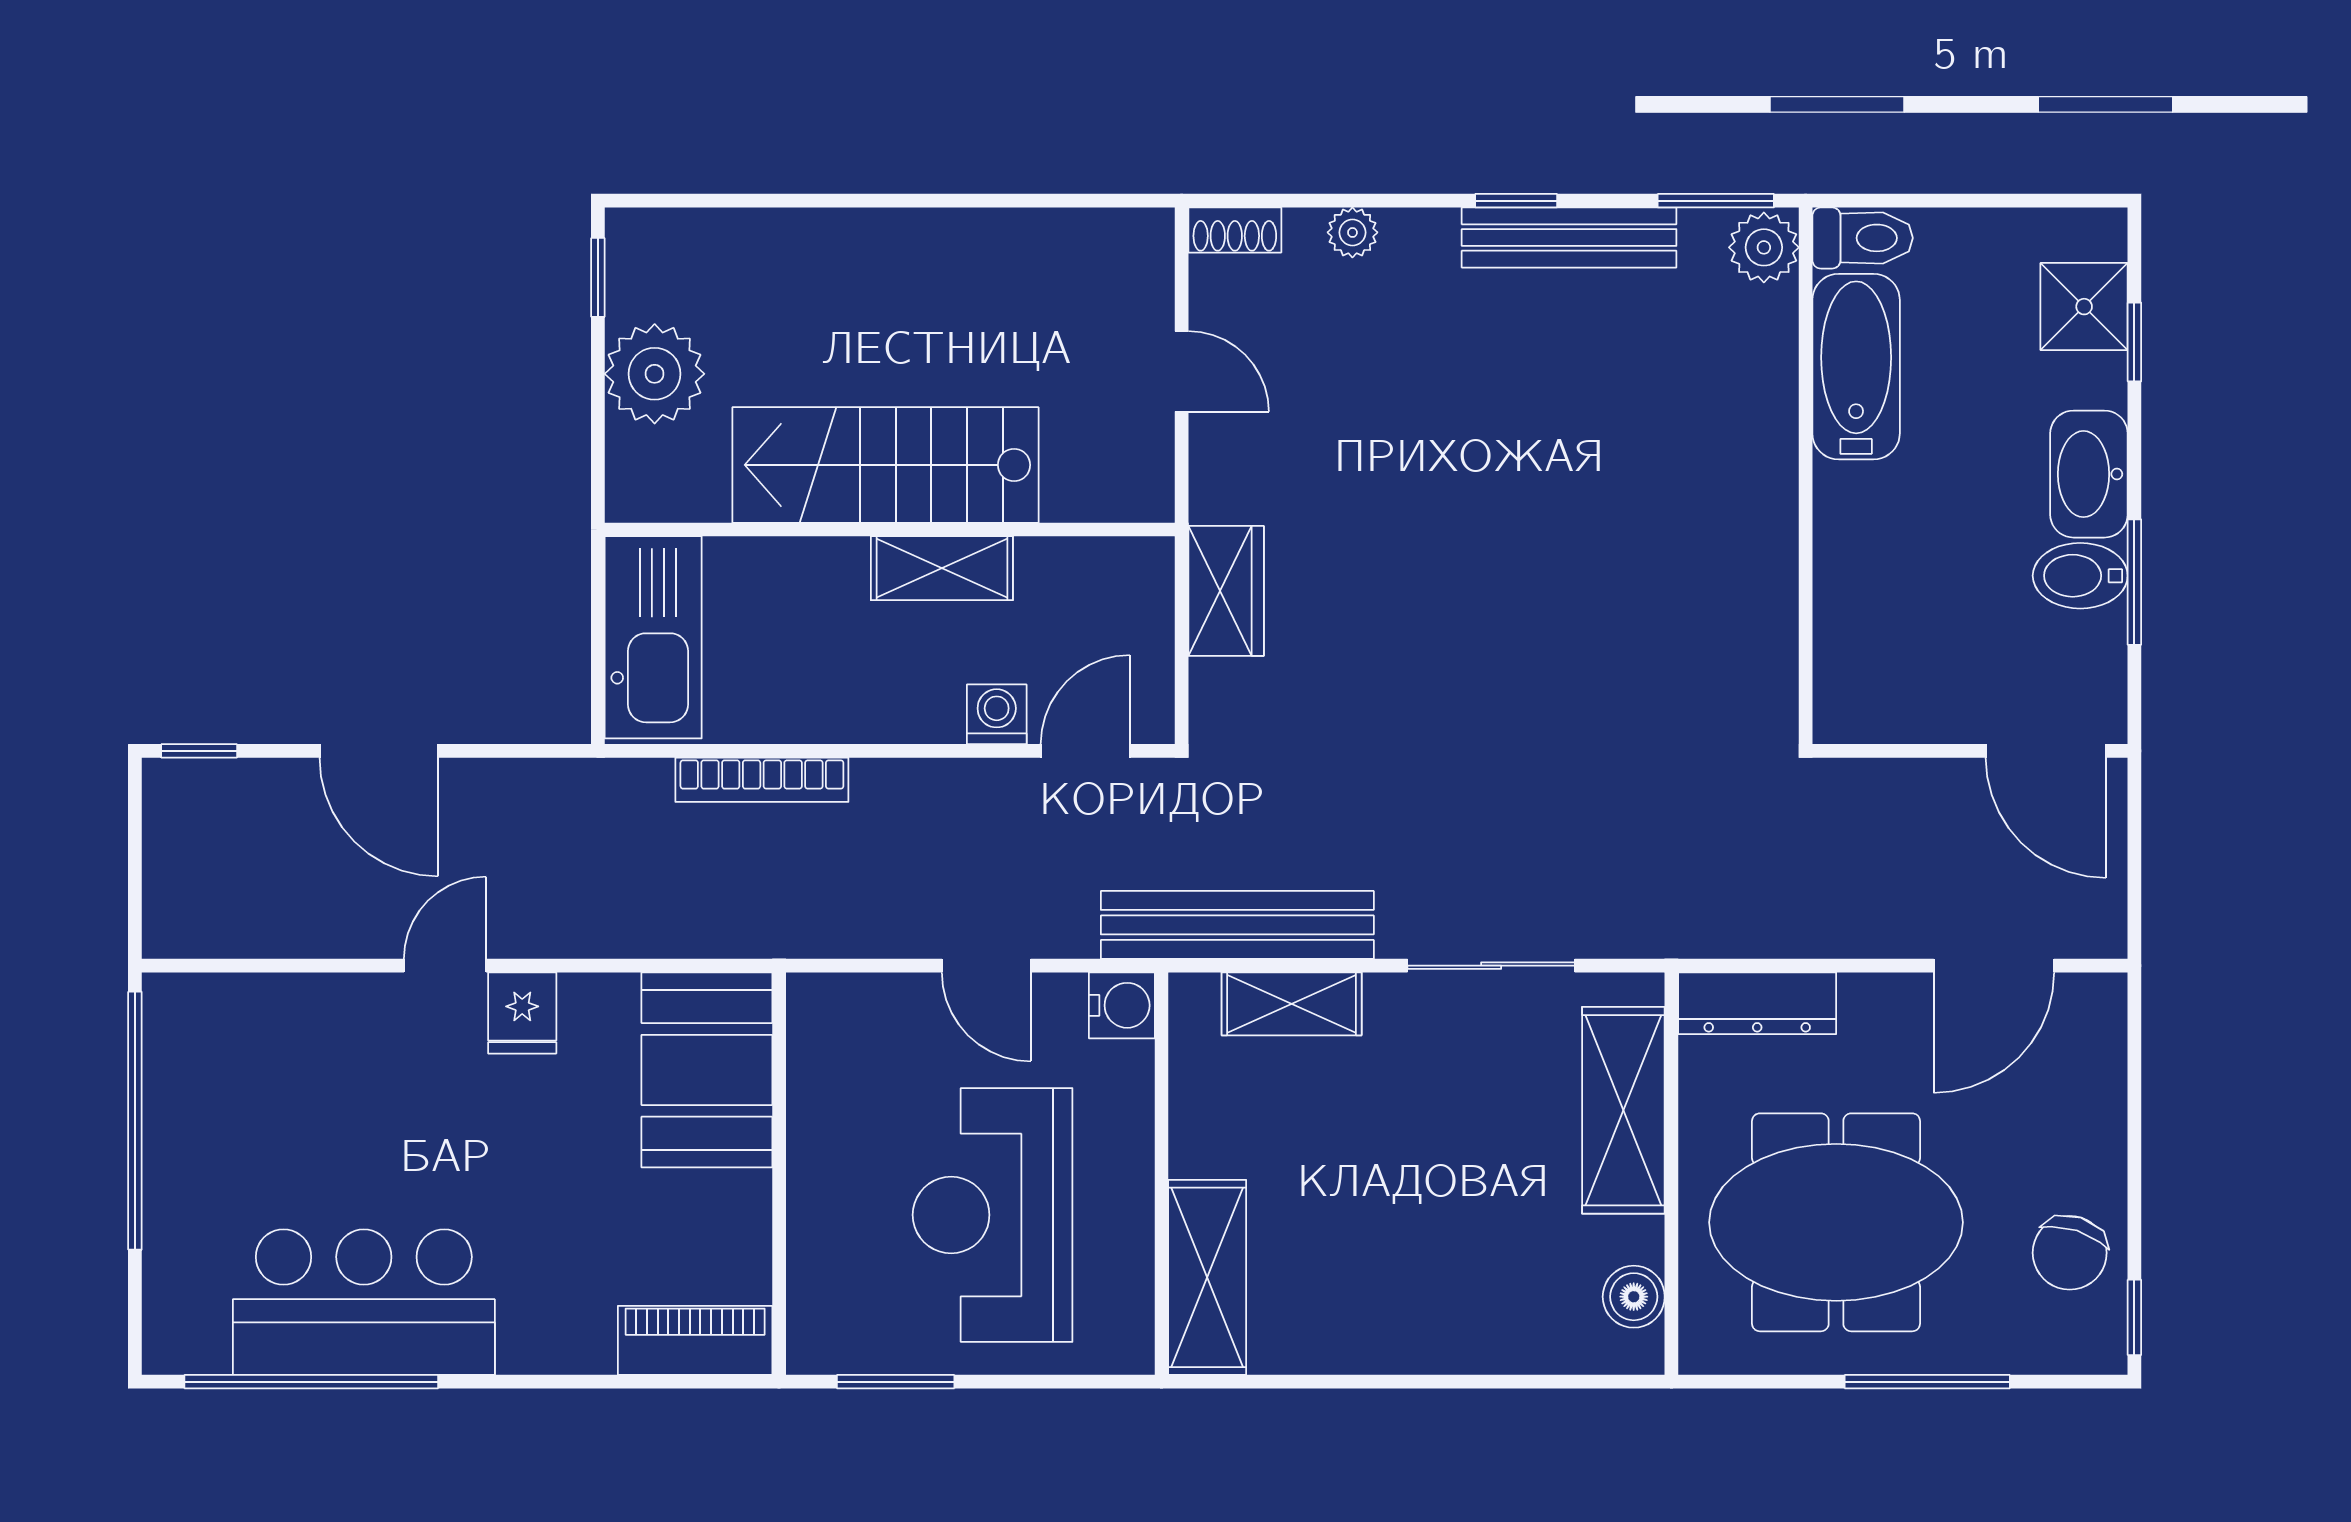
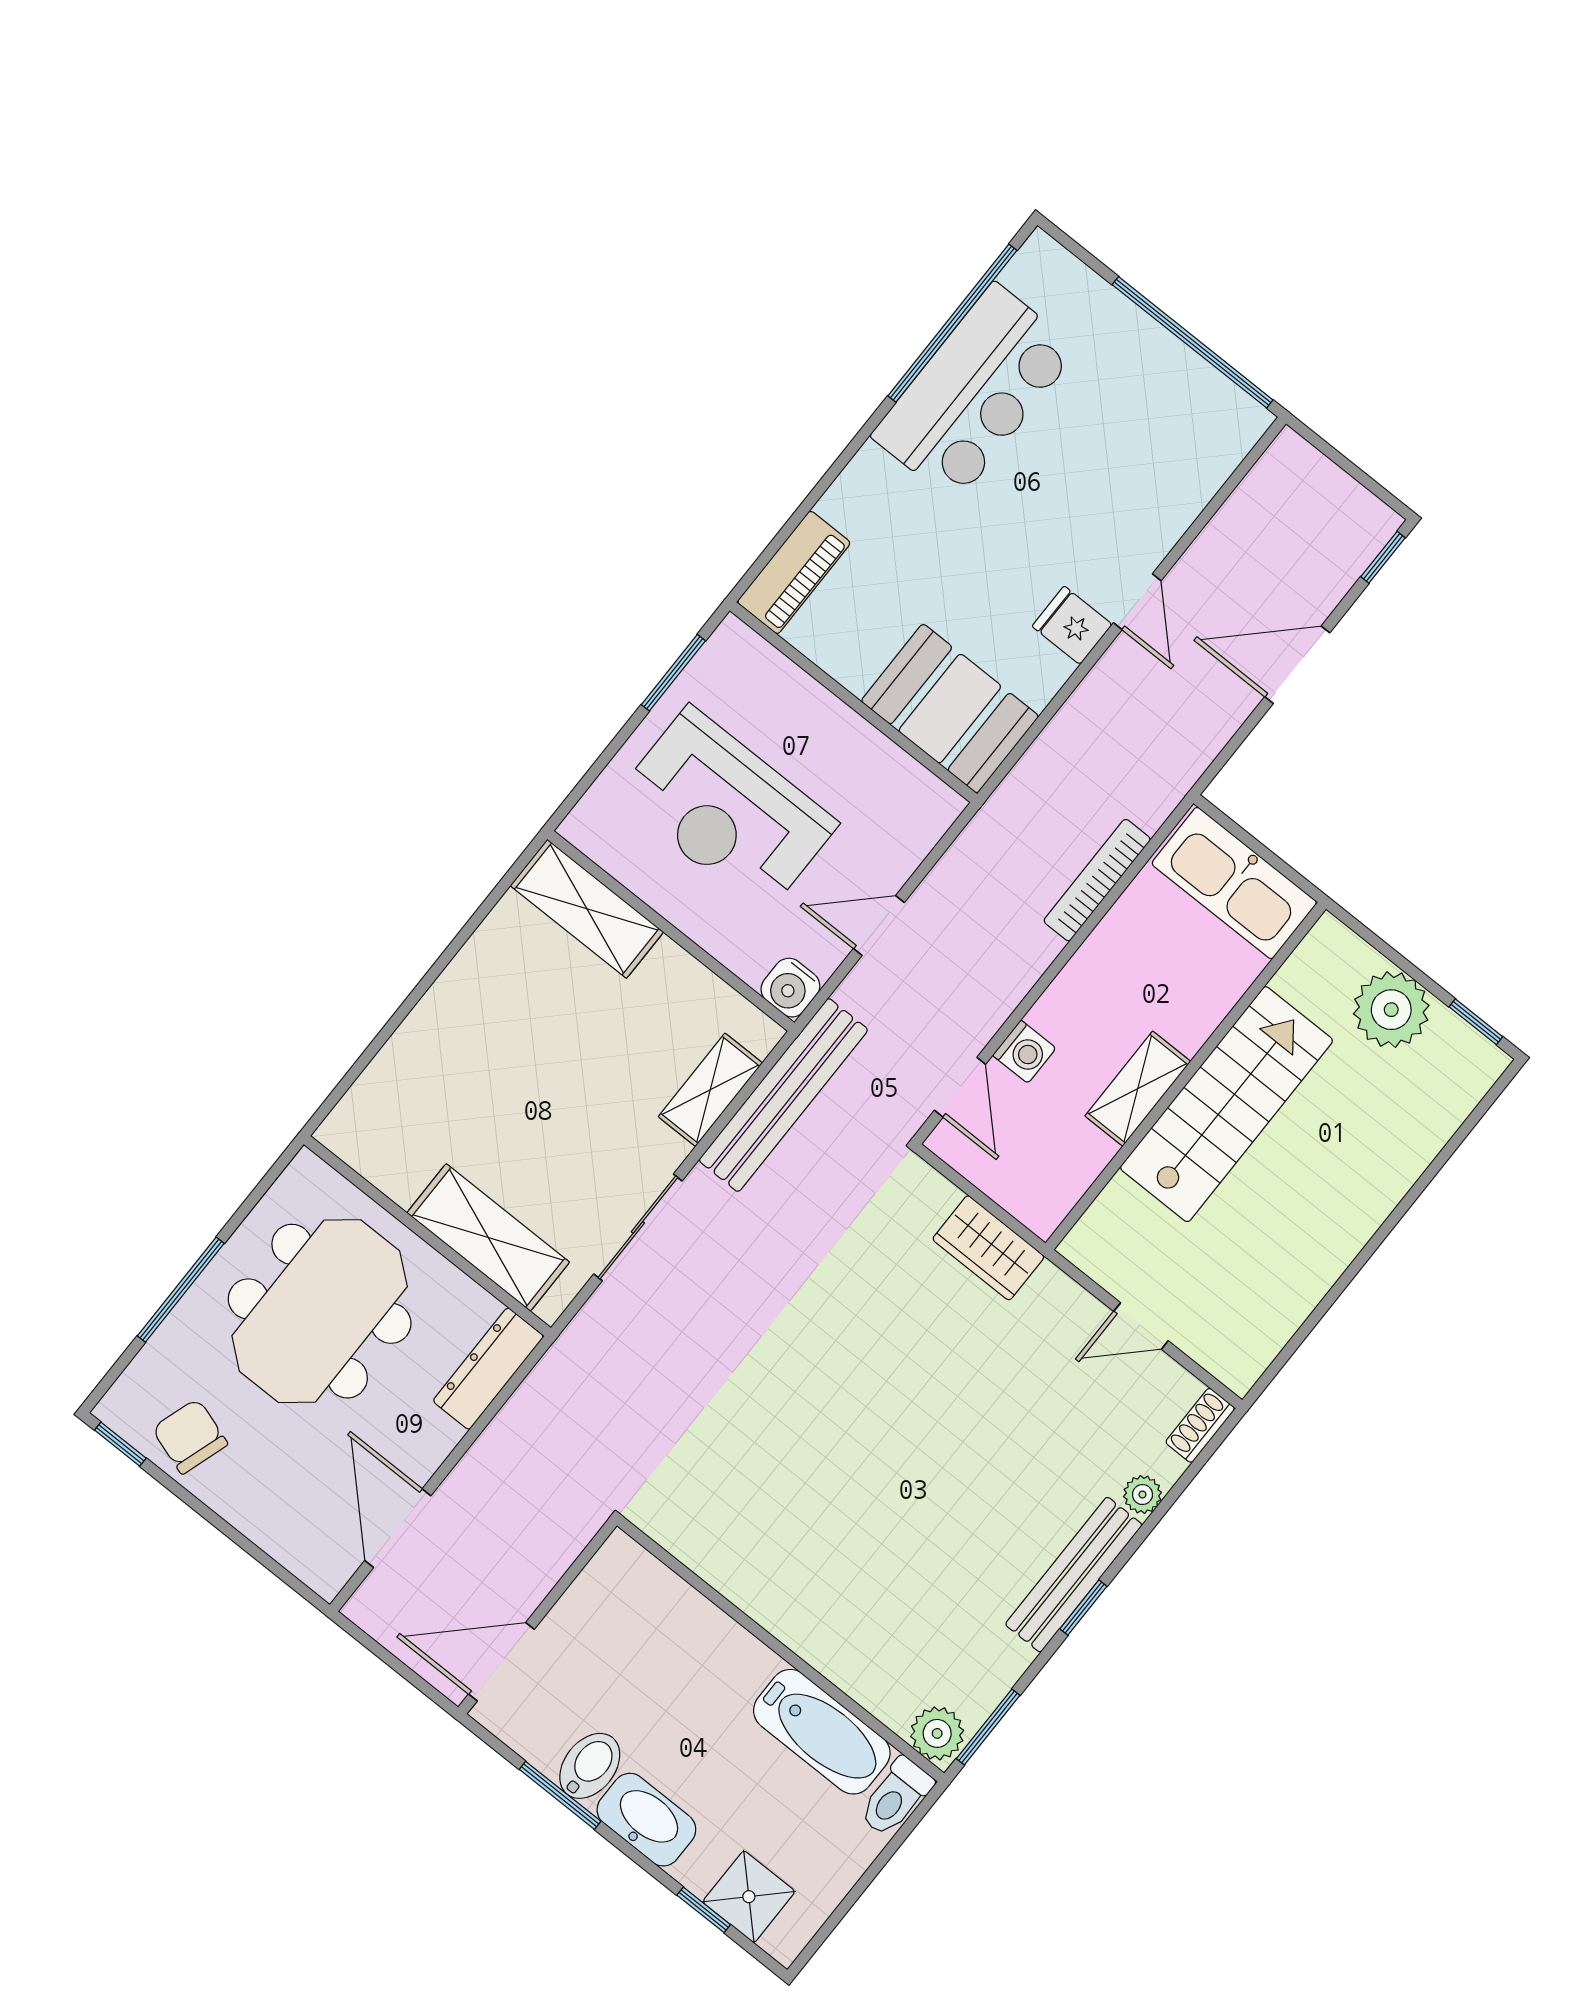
bench: (1569, 237) -> (1074, 1575), moved
reception desk: (993, 1215) -> (727, 810), turned 180
boiler: (1634, 1297) -> (372, 1155), removed

